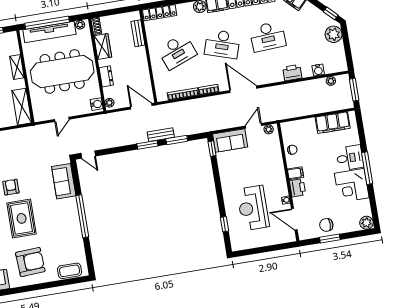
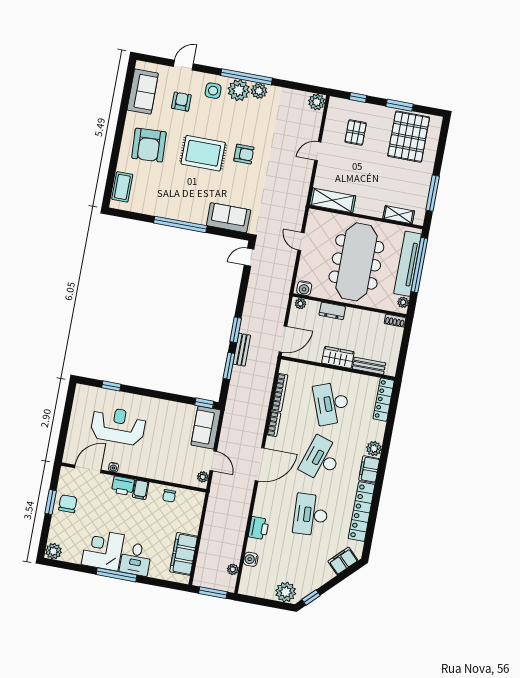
wardrobe: (103, 46) -> (338, 357), moved, turned 180
shelving: (17, 67) -> (399, 215), moved

